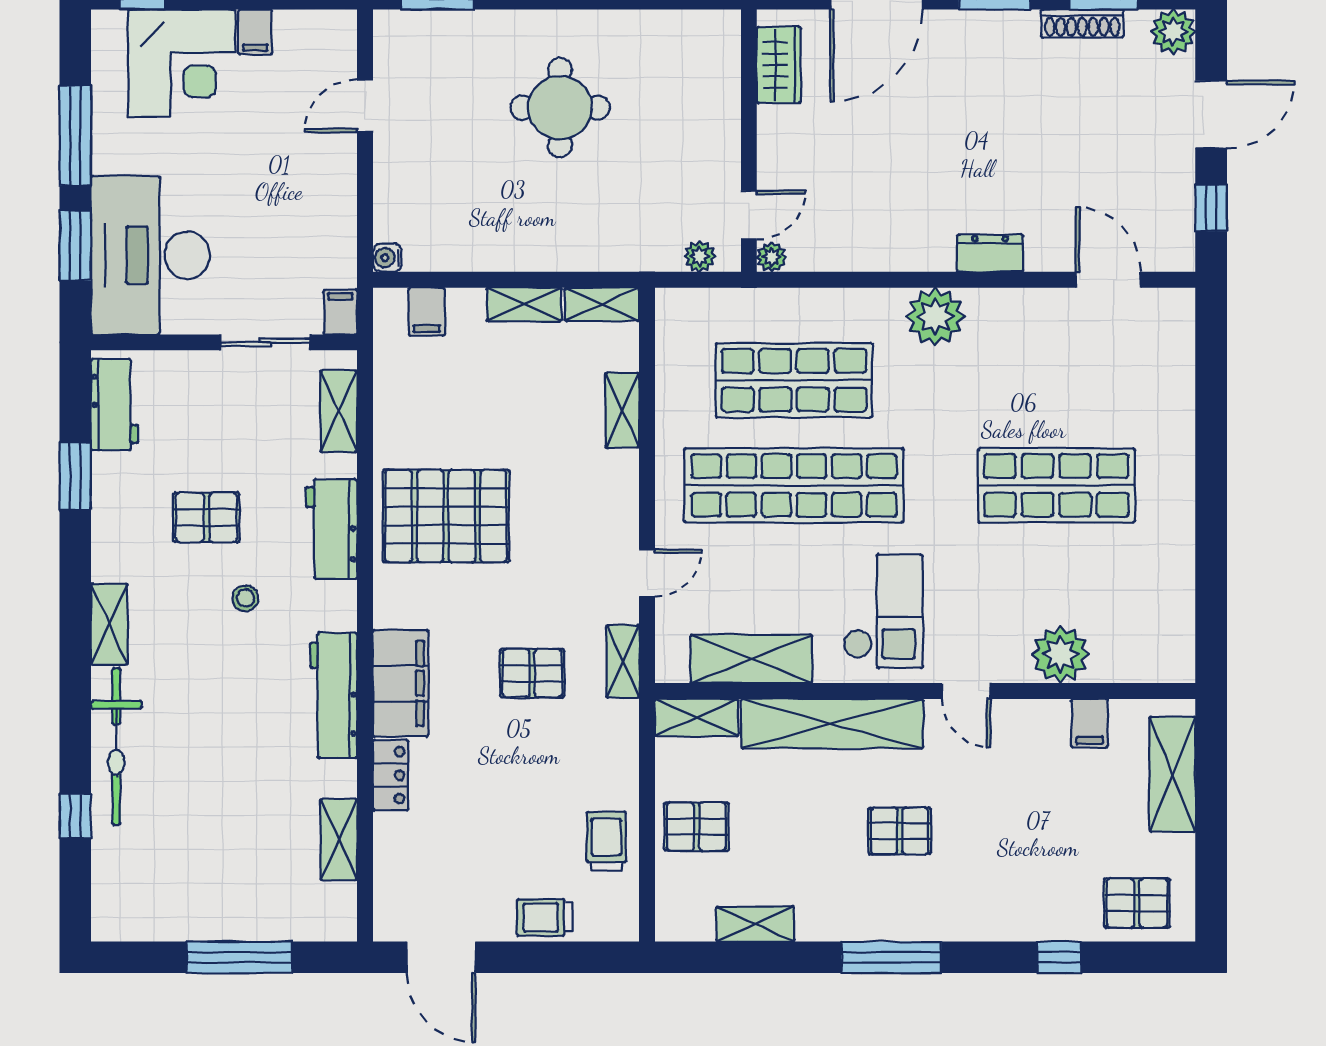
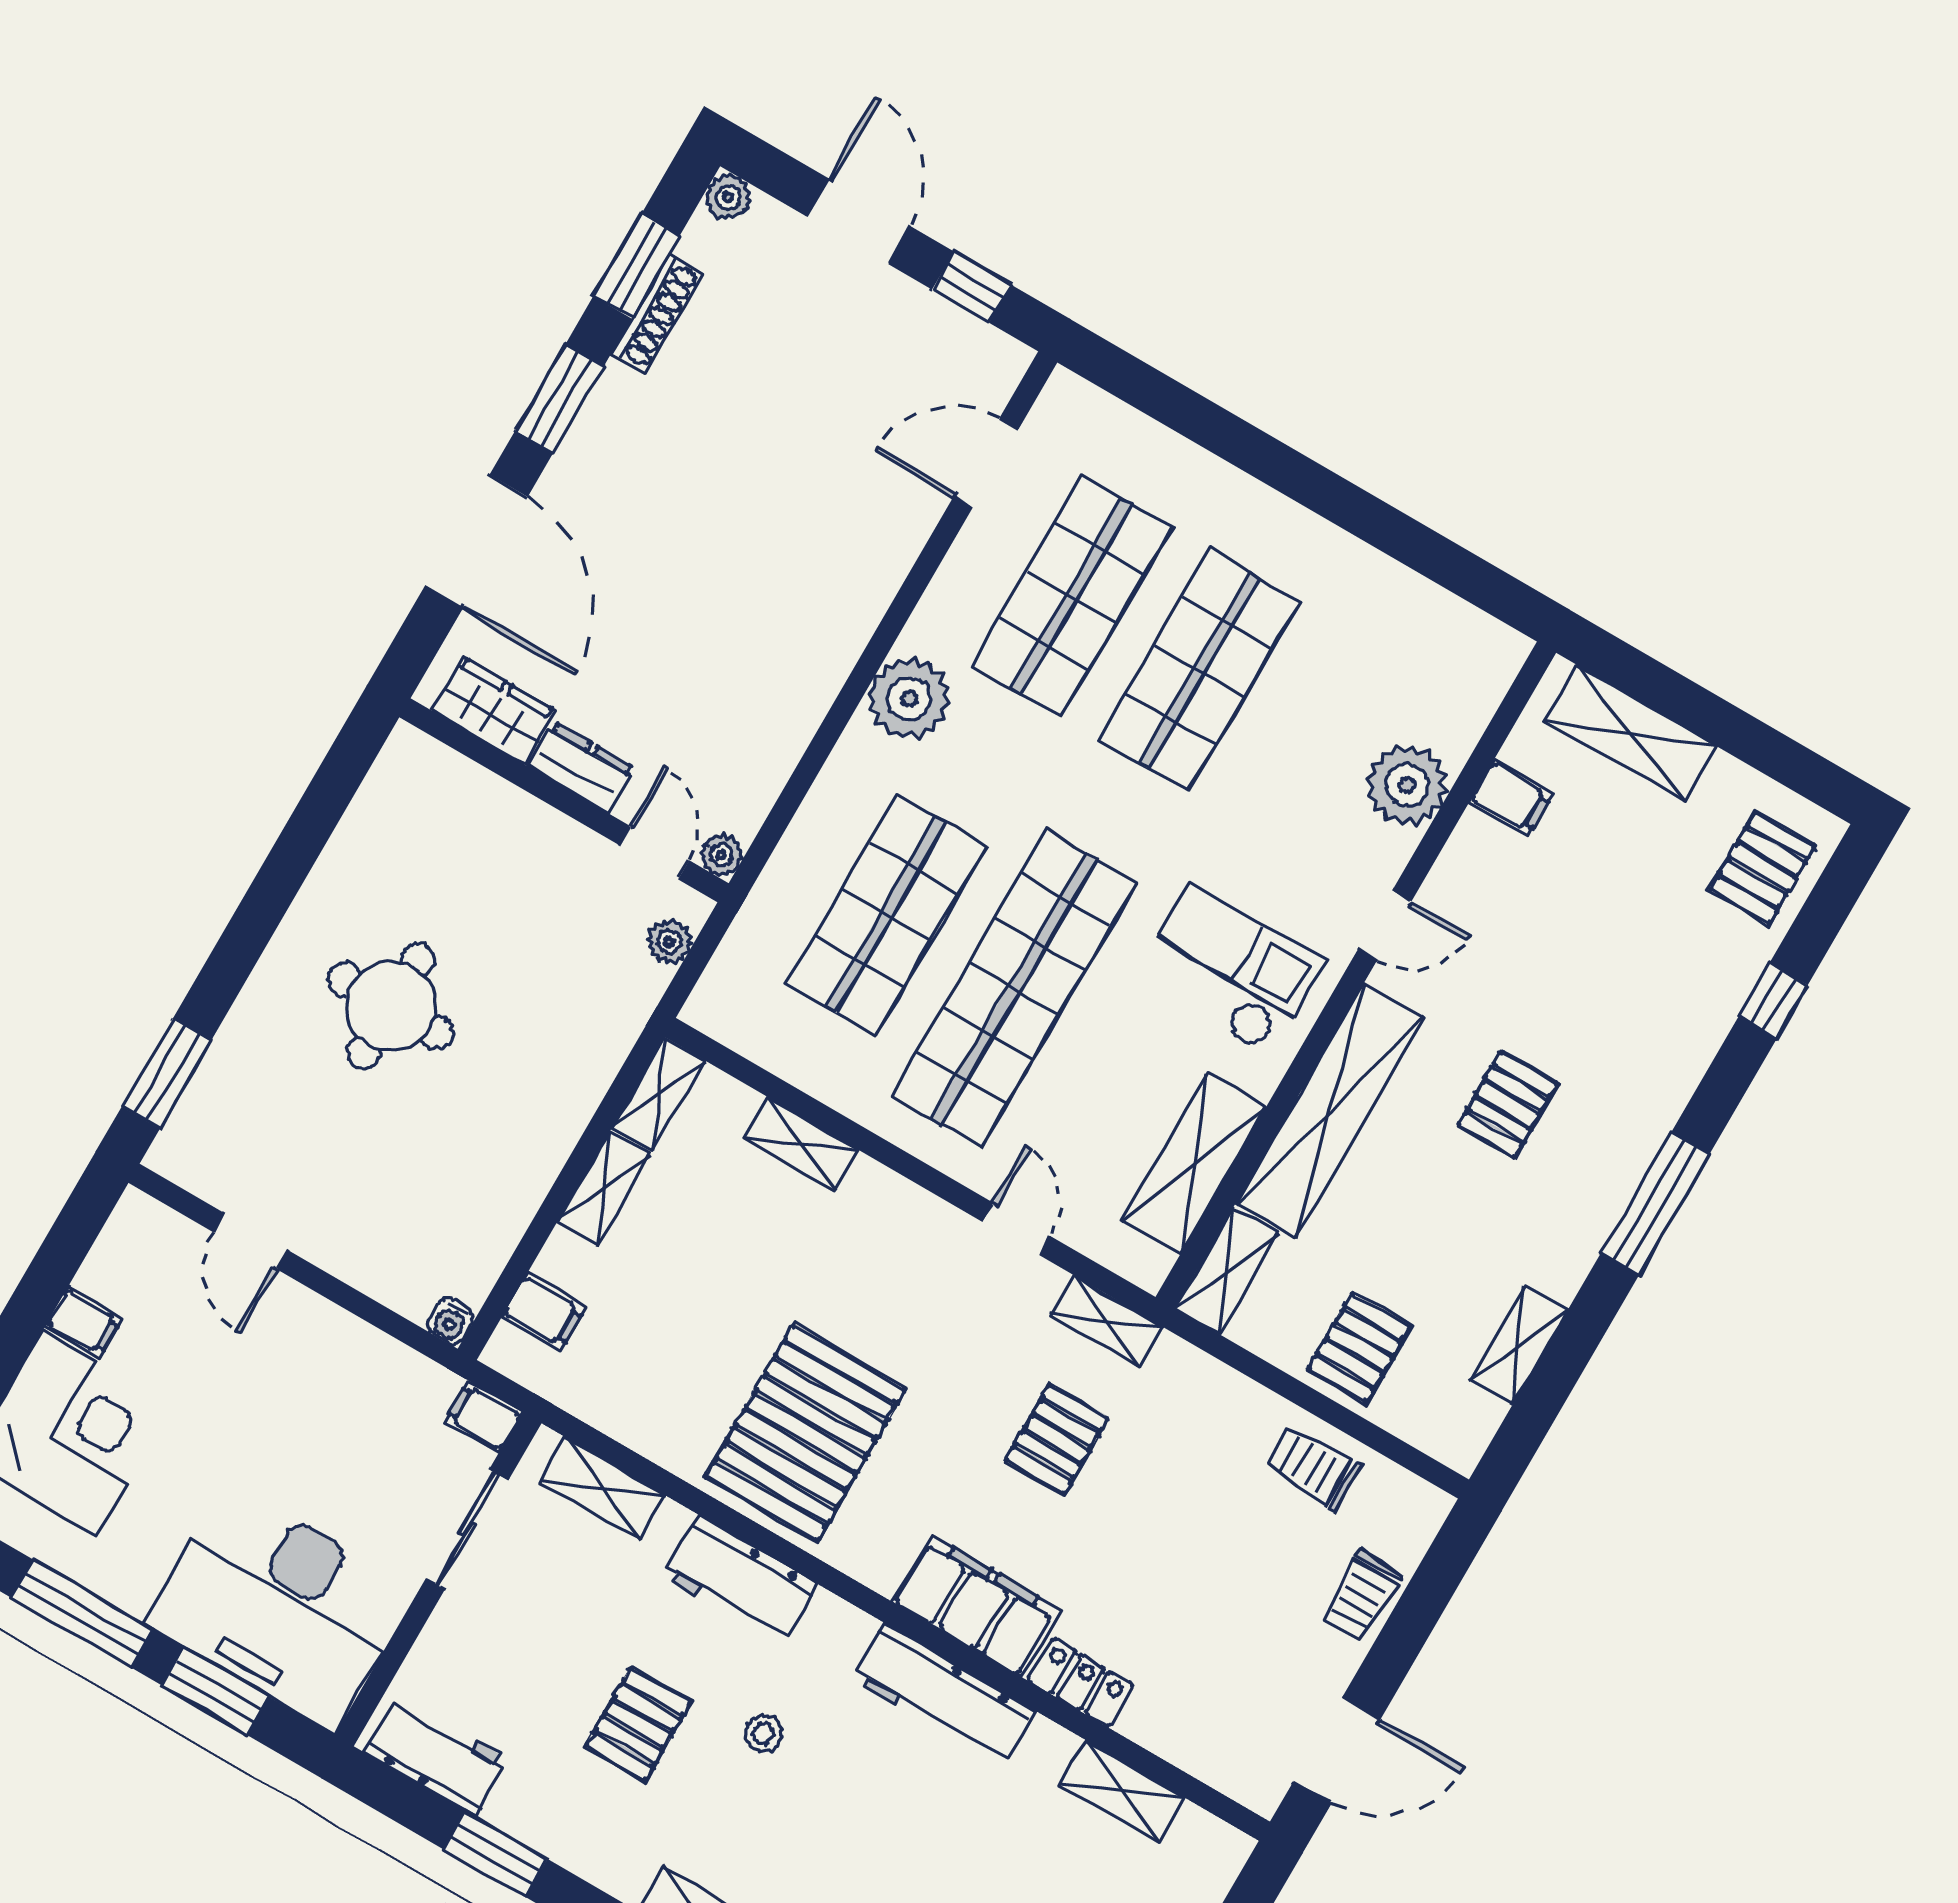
plant: (1173, 32) -> (728, 197), width x0.73, depth x0.73
dresser: (990, 253) -> (581, 767), moved, turned 90
shop shelf: (1056, 380) -> (1071, 597), added

